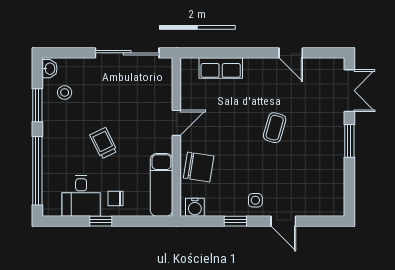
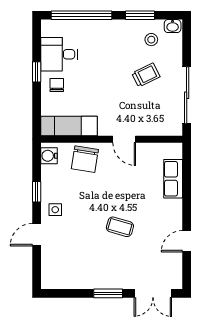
trolley: (104, 143) -> (146, 75), moved

